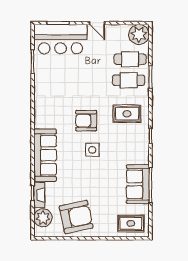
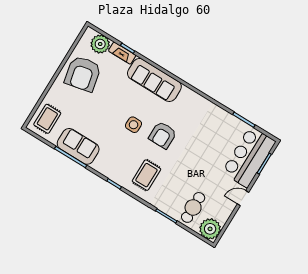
cafe table: (129, 80) -> (175, 195), removed
armchair: (86, 121) -> (163, 135), turned 180

